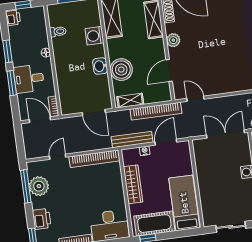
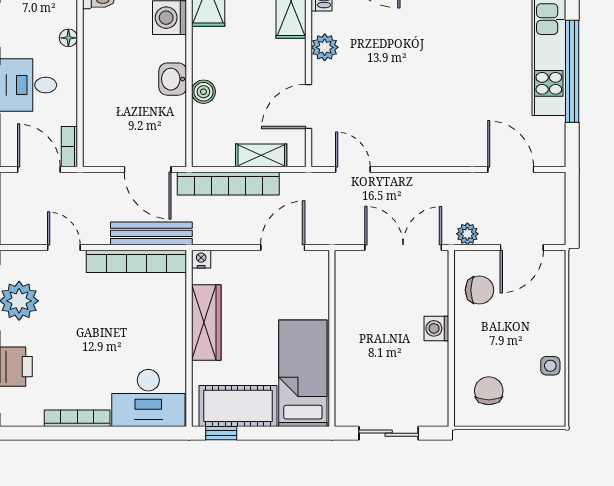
boiler: (121, 70) -> (203, 92), width x0.54, depth x0.54
shelving: (130, 100) -> (261, 155), moved
bookcase: (156, 111) -> (228, 184), moved
bench: (132, 140) -> (151, 233), moved
nightstand: (145, 151) -> (201, 259), moved
door: (58, 157) -> (64, 247), hinge flipped

